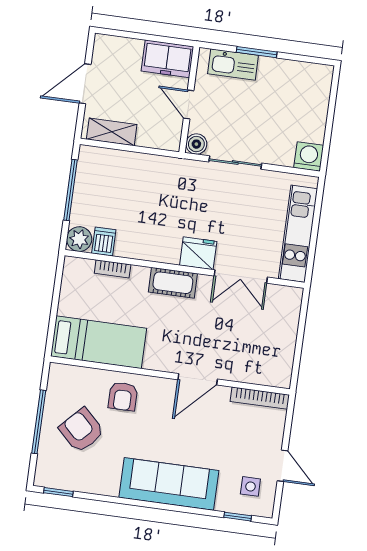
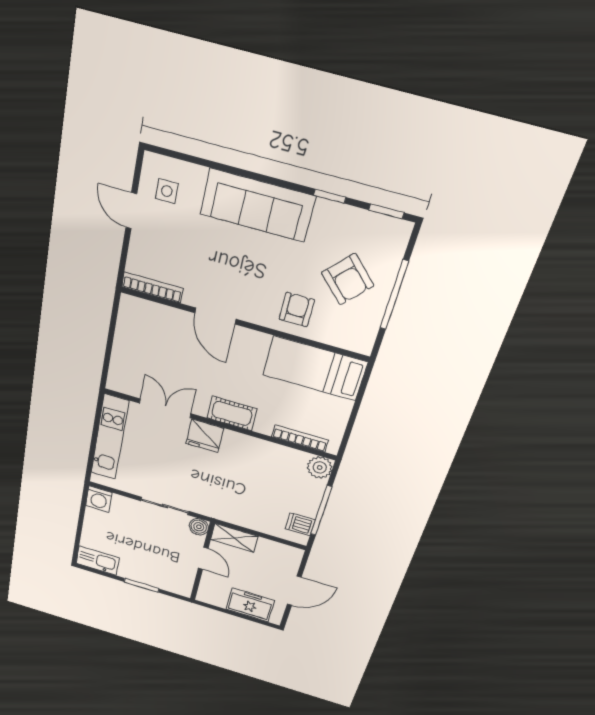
freezer: (167, 59) -> (250, 605), moved
kitchen sink: (233, 64) -> (98, 561), moved
shelving: (112, 132) -> (234, 538), moved
dishwasher: (104, 241) -> (300, 524), moved, turned 90
bookcase: (113, 269) -> (300, 438), width x1.56
door: (198, 379) -> (215, 316), swing flipped
window: (238, 517) -> (330, 196), moved

